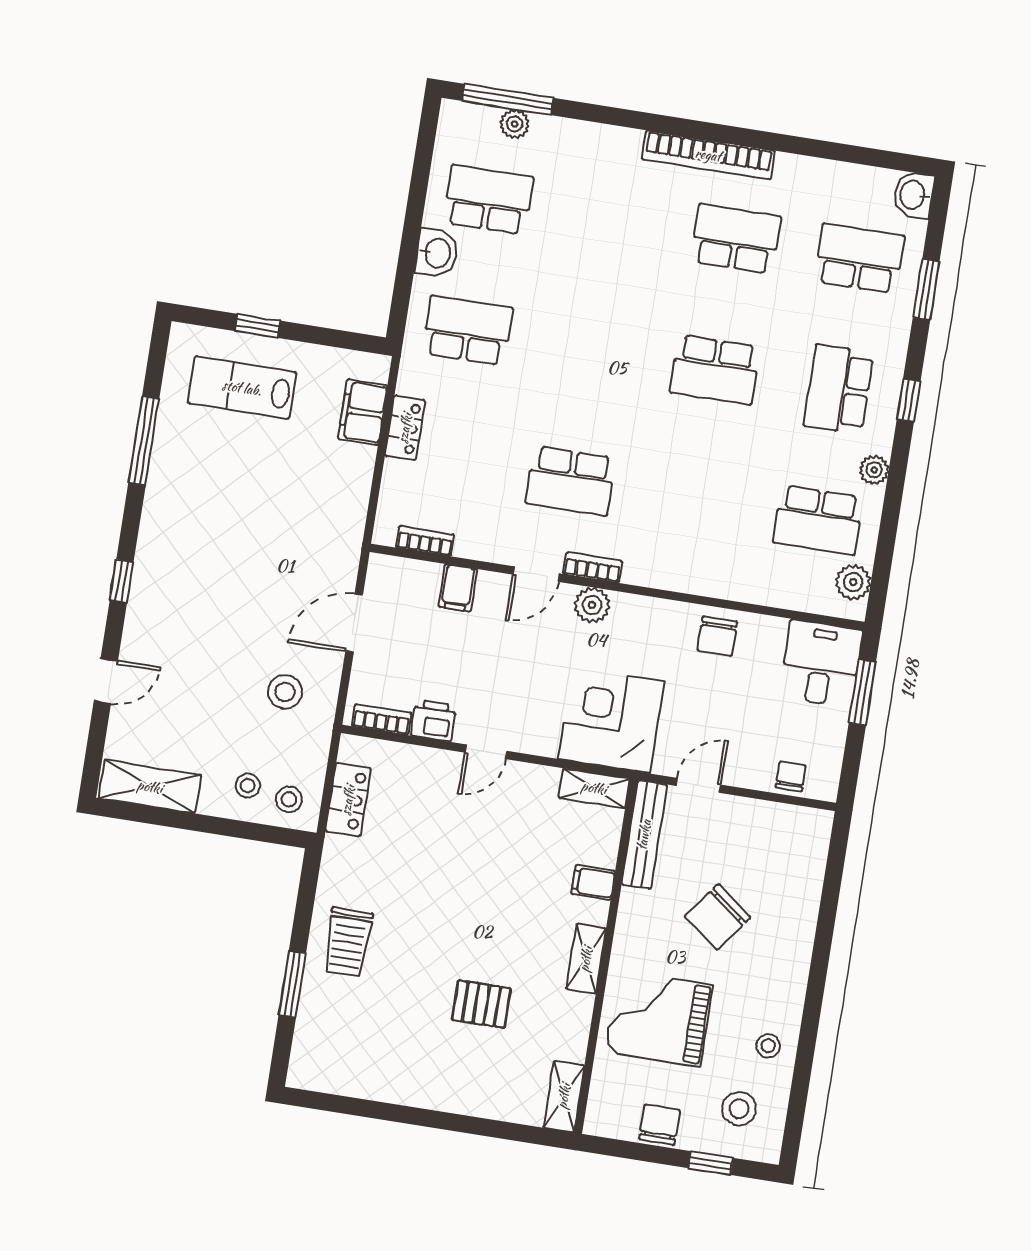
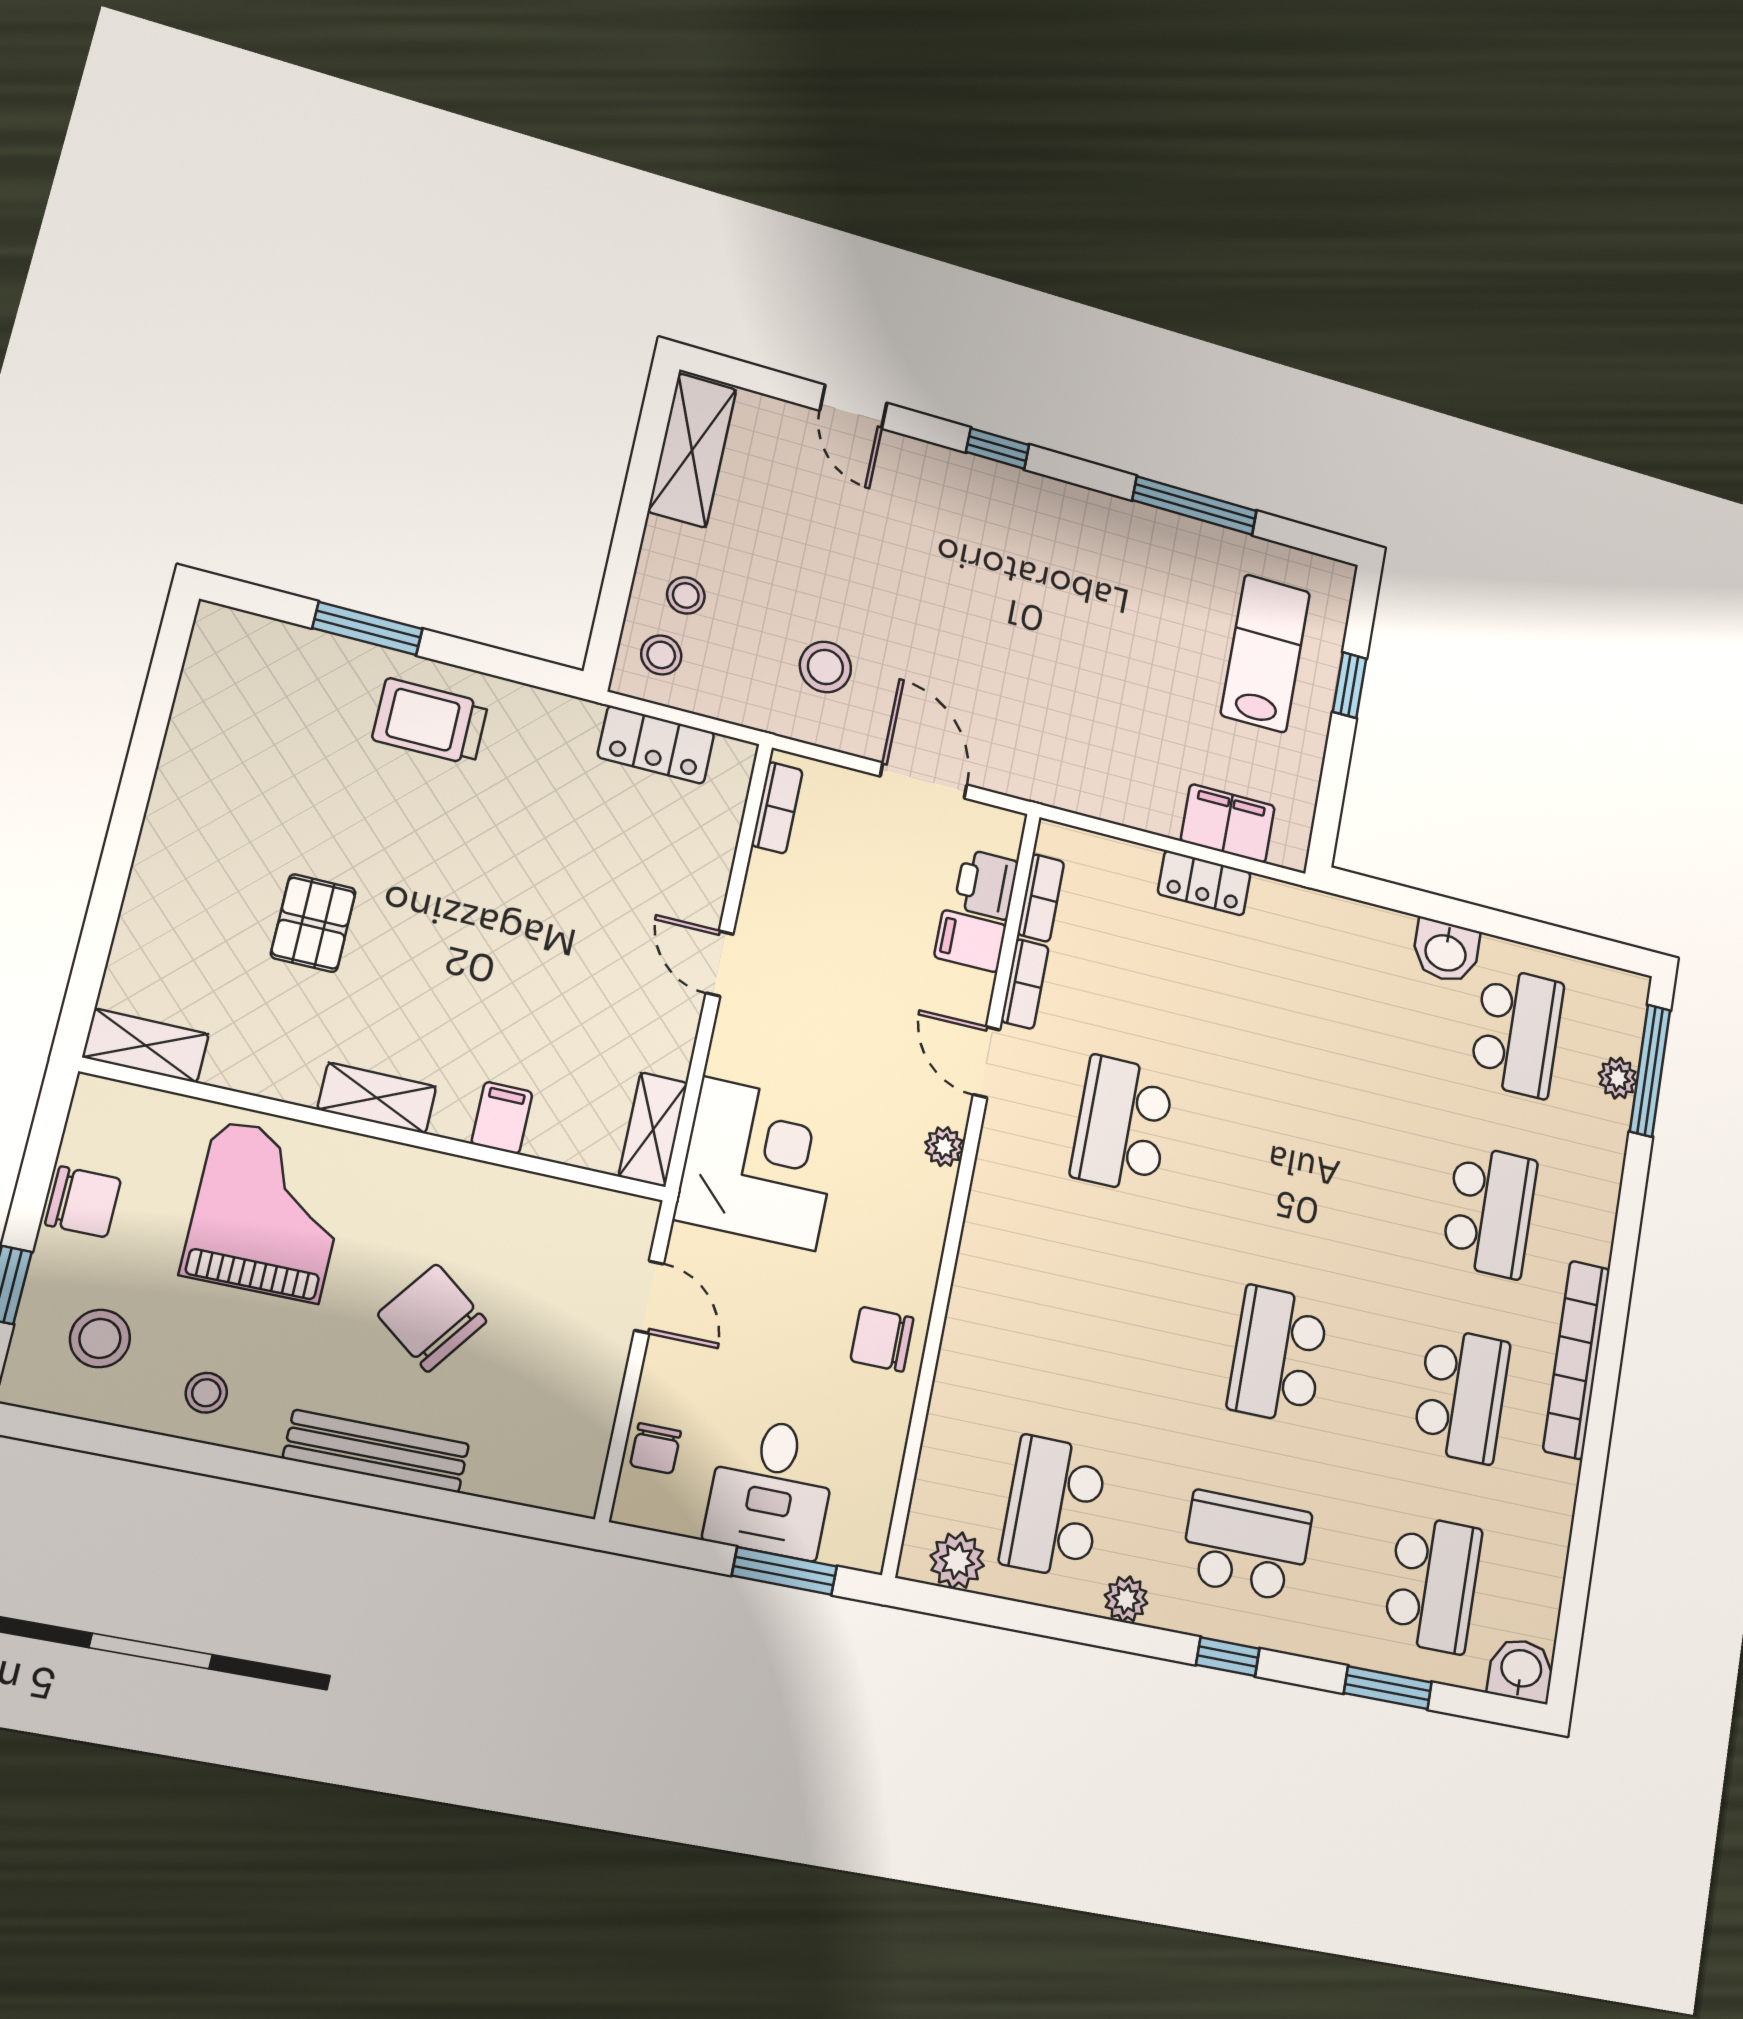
school desk: (468, 330) -> (1490, 1211), moved
bookcase: (593, 567) -> (1025, 984), moved
plant: (592, 605) -> (944, 1147), width x0.73, depth x0.73
desk: (821, 663) -> (771, 1487), moved, turned 90
printer: (434, 721) -> (986, 884), moved, turned 180
chair: (791, 776) -> (656, 1448), turned 90
bench: (644, 835) -> (376, 1451), moved

